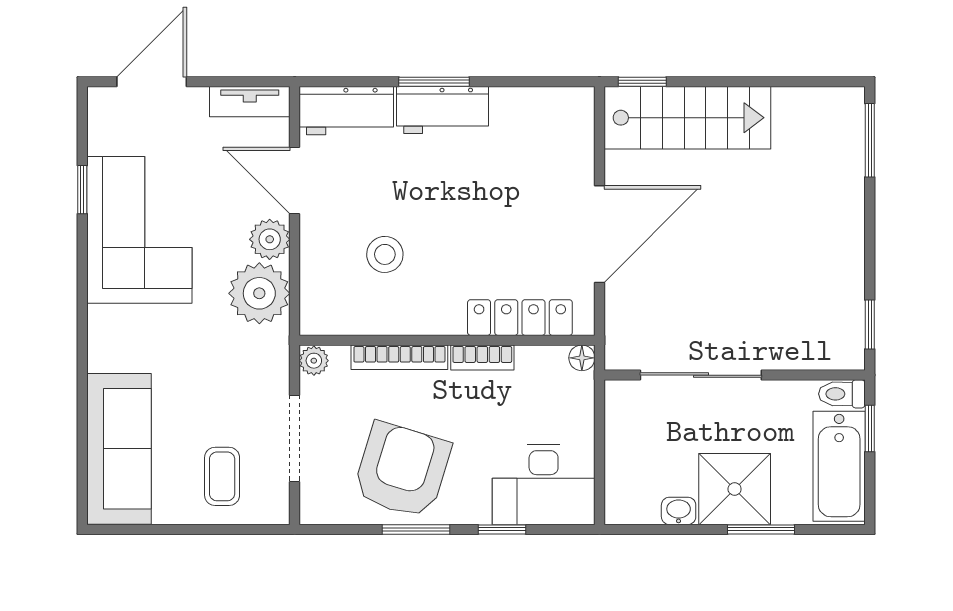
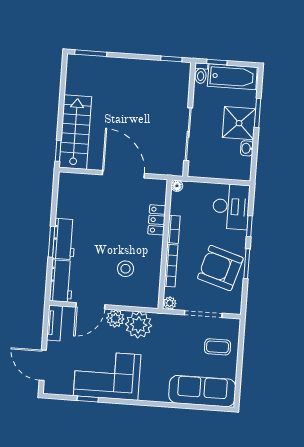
locker: (520, 318) -> (157, 220), width x0.66

